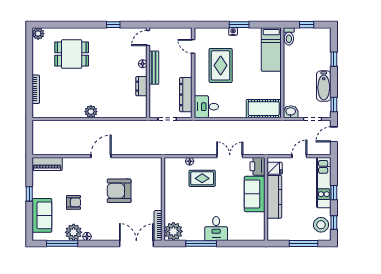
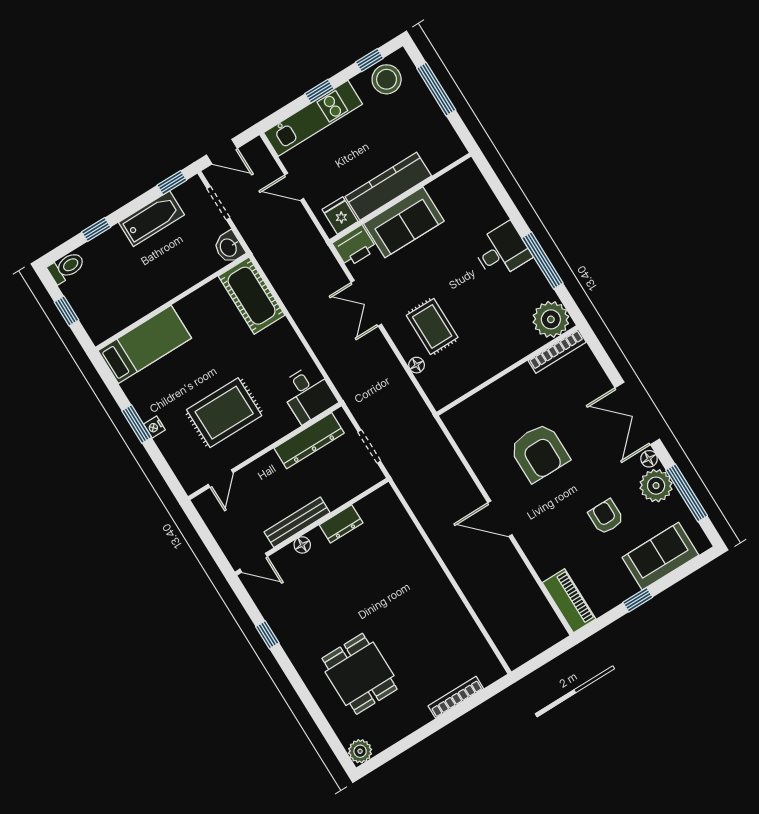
toilet: (289, 36) -> (67, 267), moved
plant: (91, 112) -> (436, 582), removed
double door: (136, 244) -> (637, 413), moved

